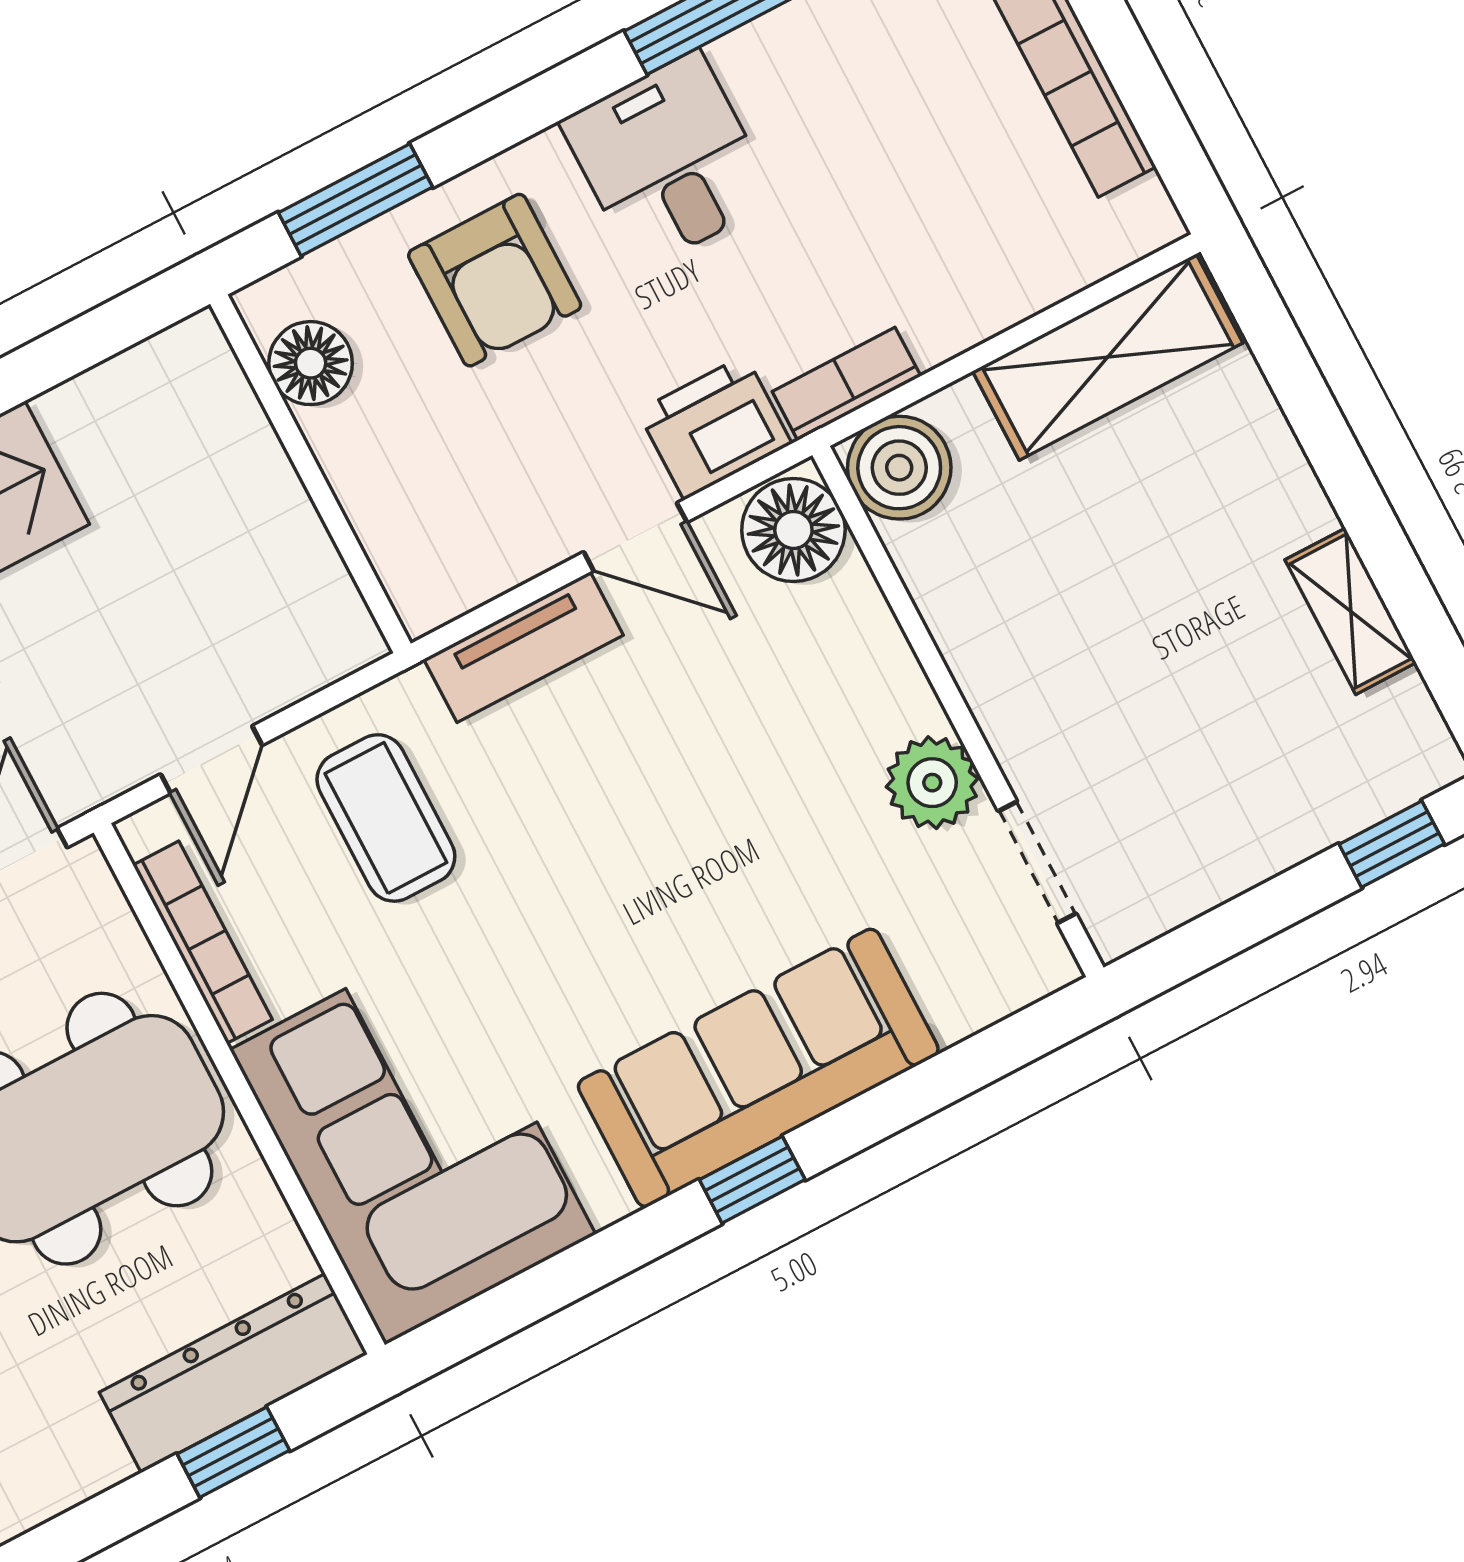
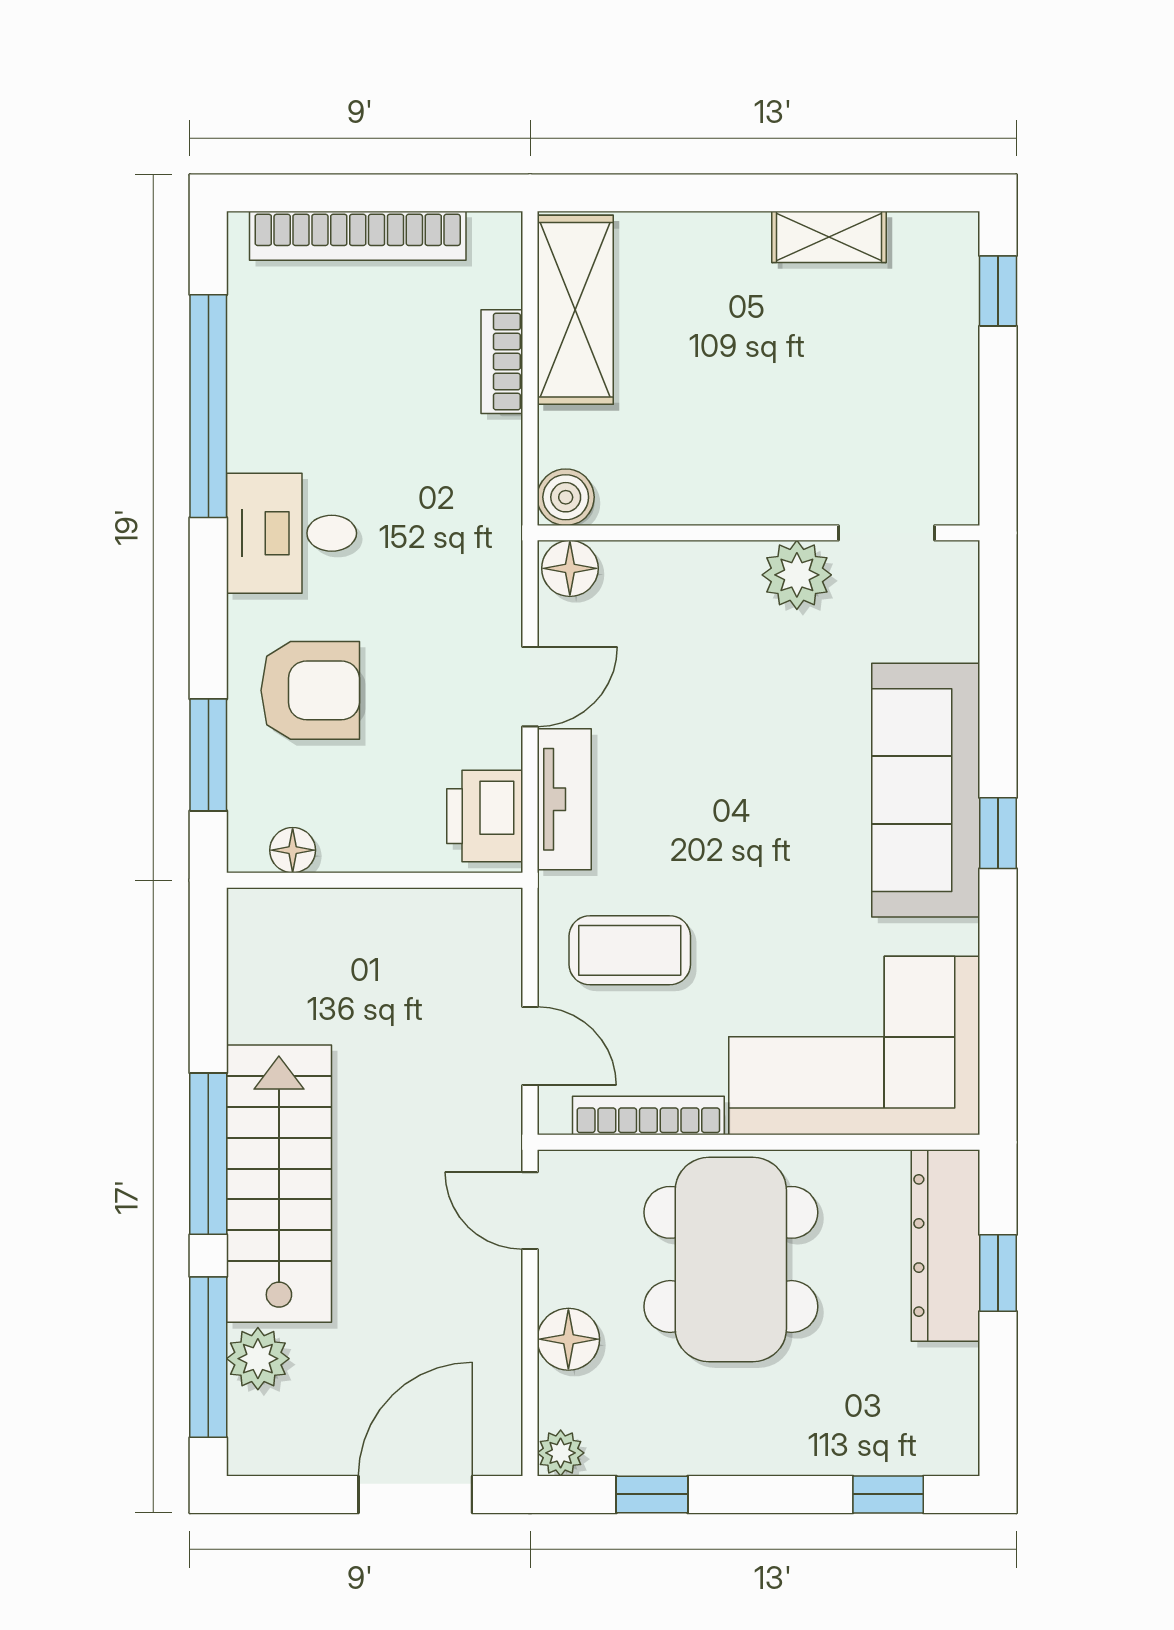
floor lamp: (311, 363) -> (293, 850), width x0.73, depth x0.73
bookcase: (846, 384) -> (502, 362), moved
printer: (715, 427) -> (485, 816), moved
boiler: (899, 468) -> (566, 497), width x0.73, depth x0.73
floor lamp: (793, 530) -> (570, 568), width x0.73, depth x0.73

